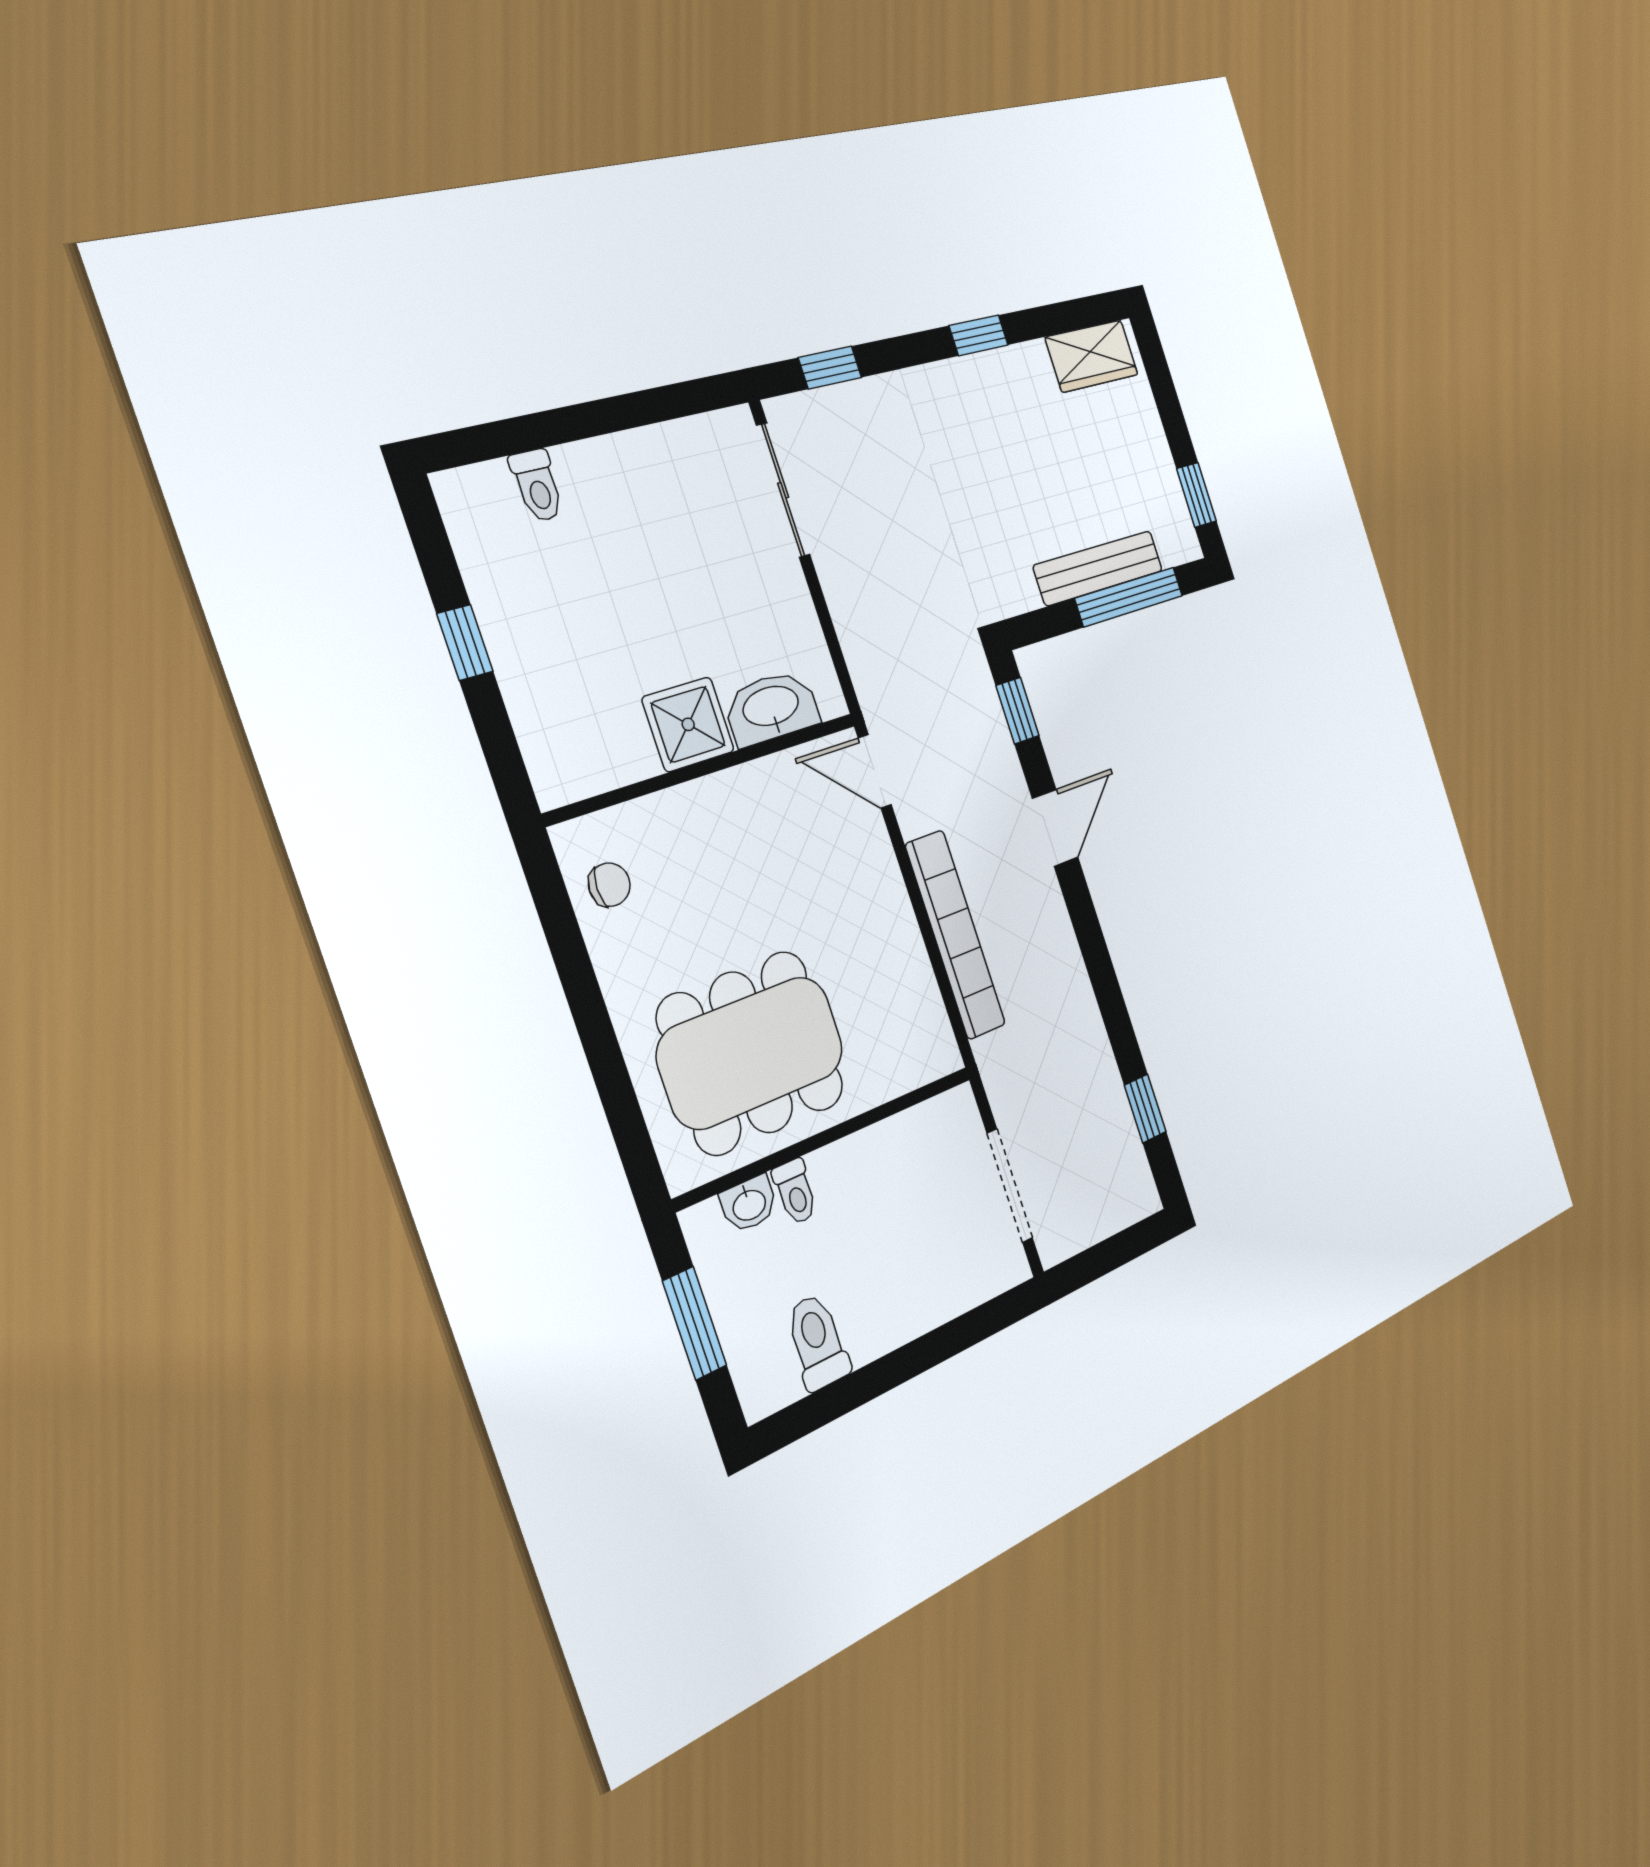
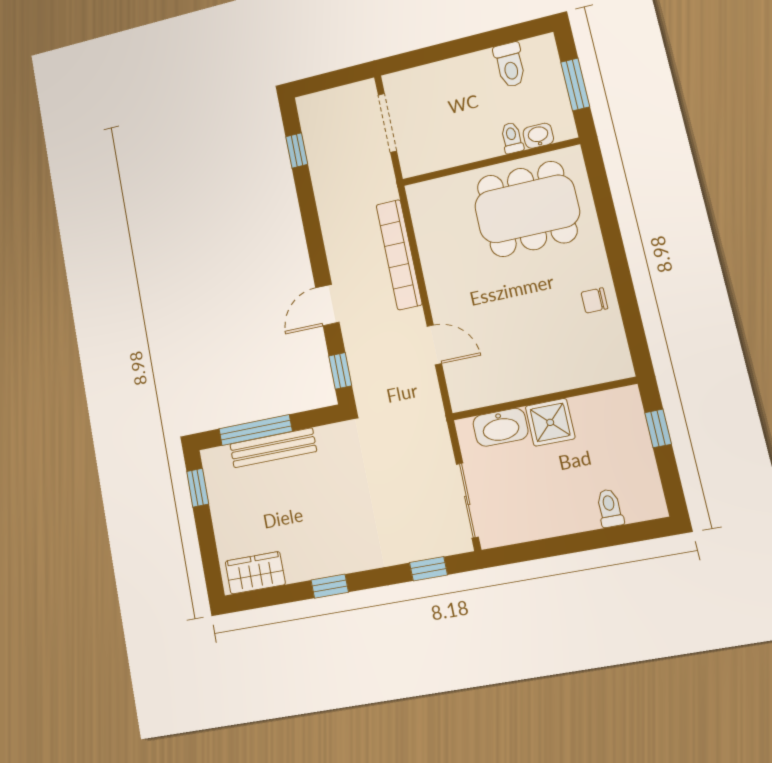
washbasin: (771, 708) -> (501, 427), moved
shower: (688, 724) -> (550, 422), moved
wall: (705, 768) -> (544, 399), moved

